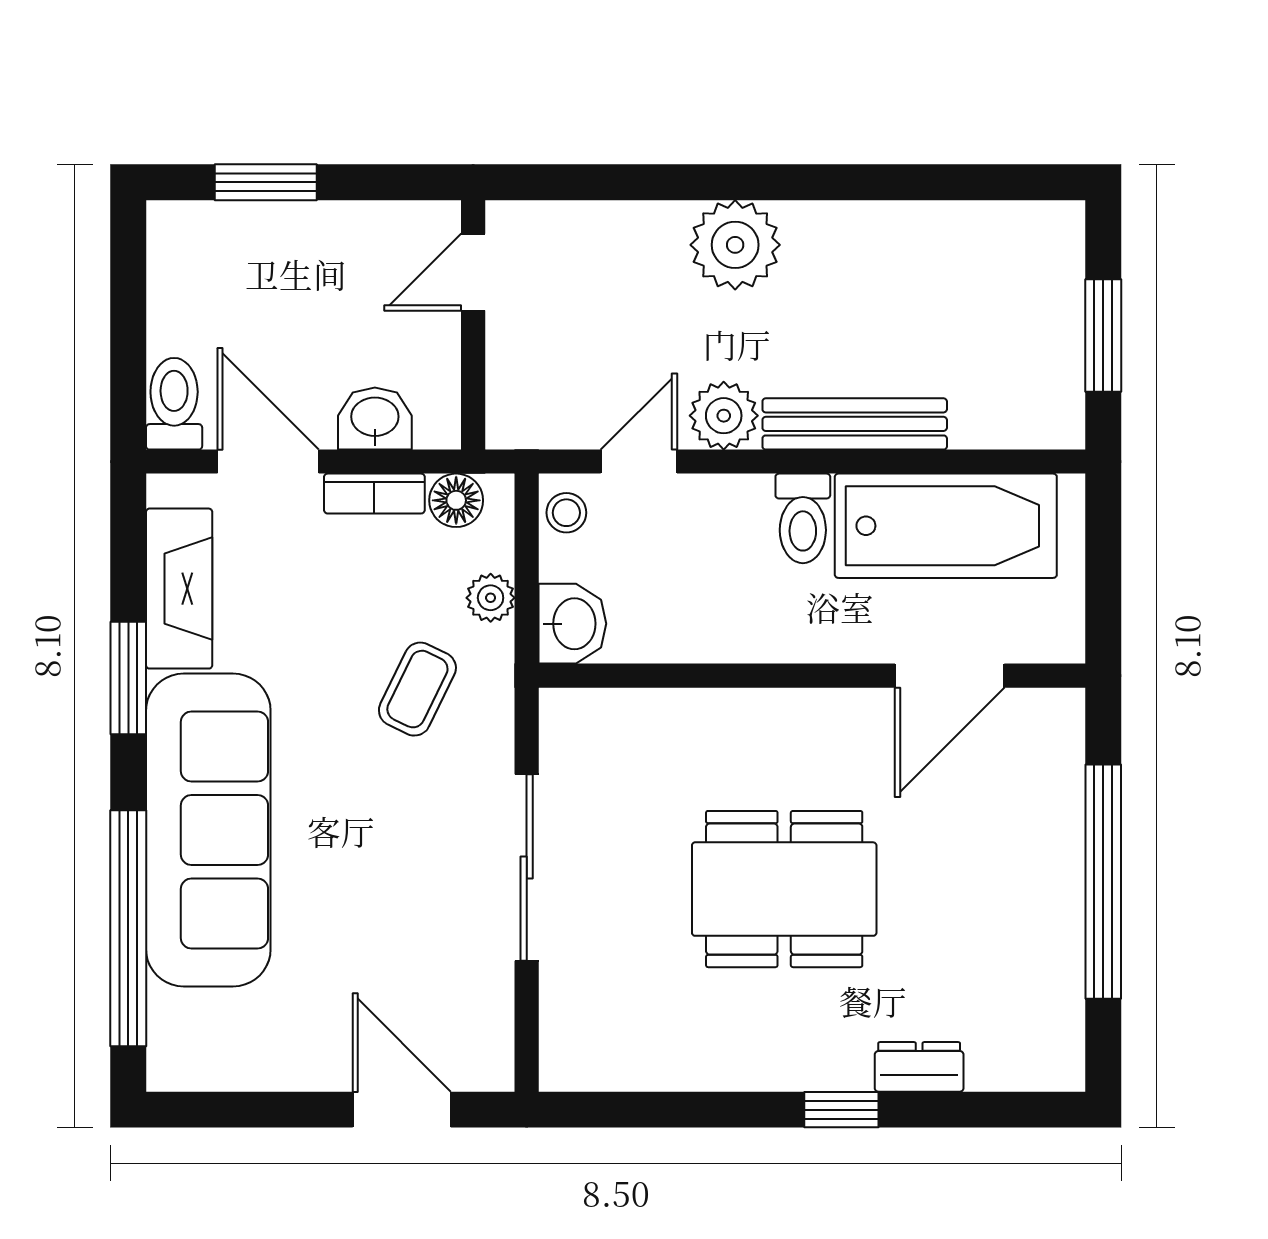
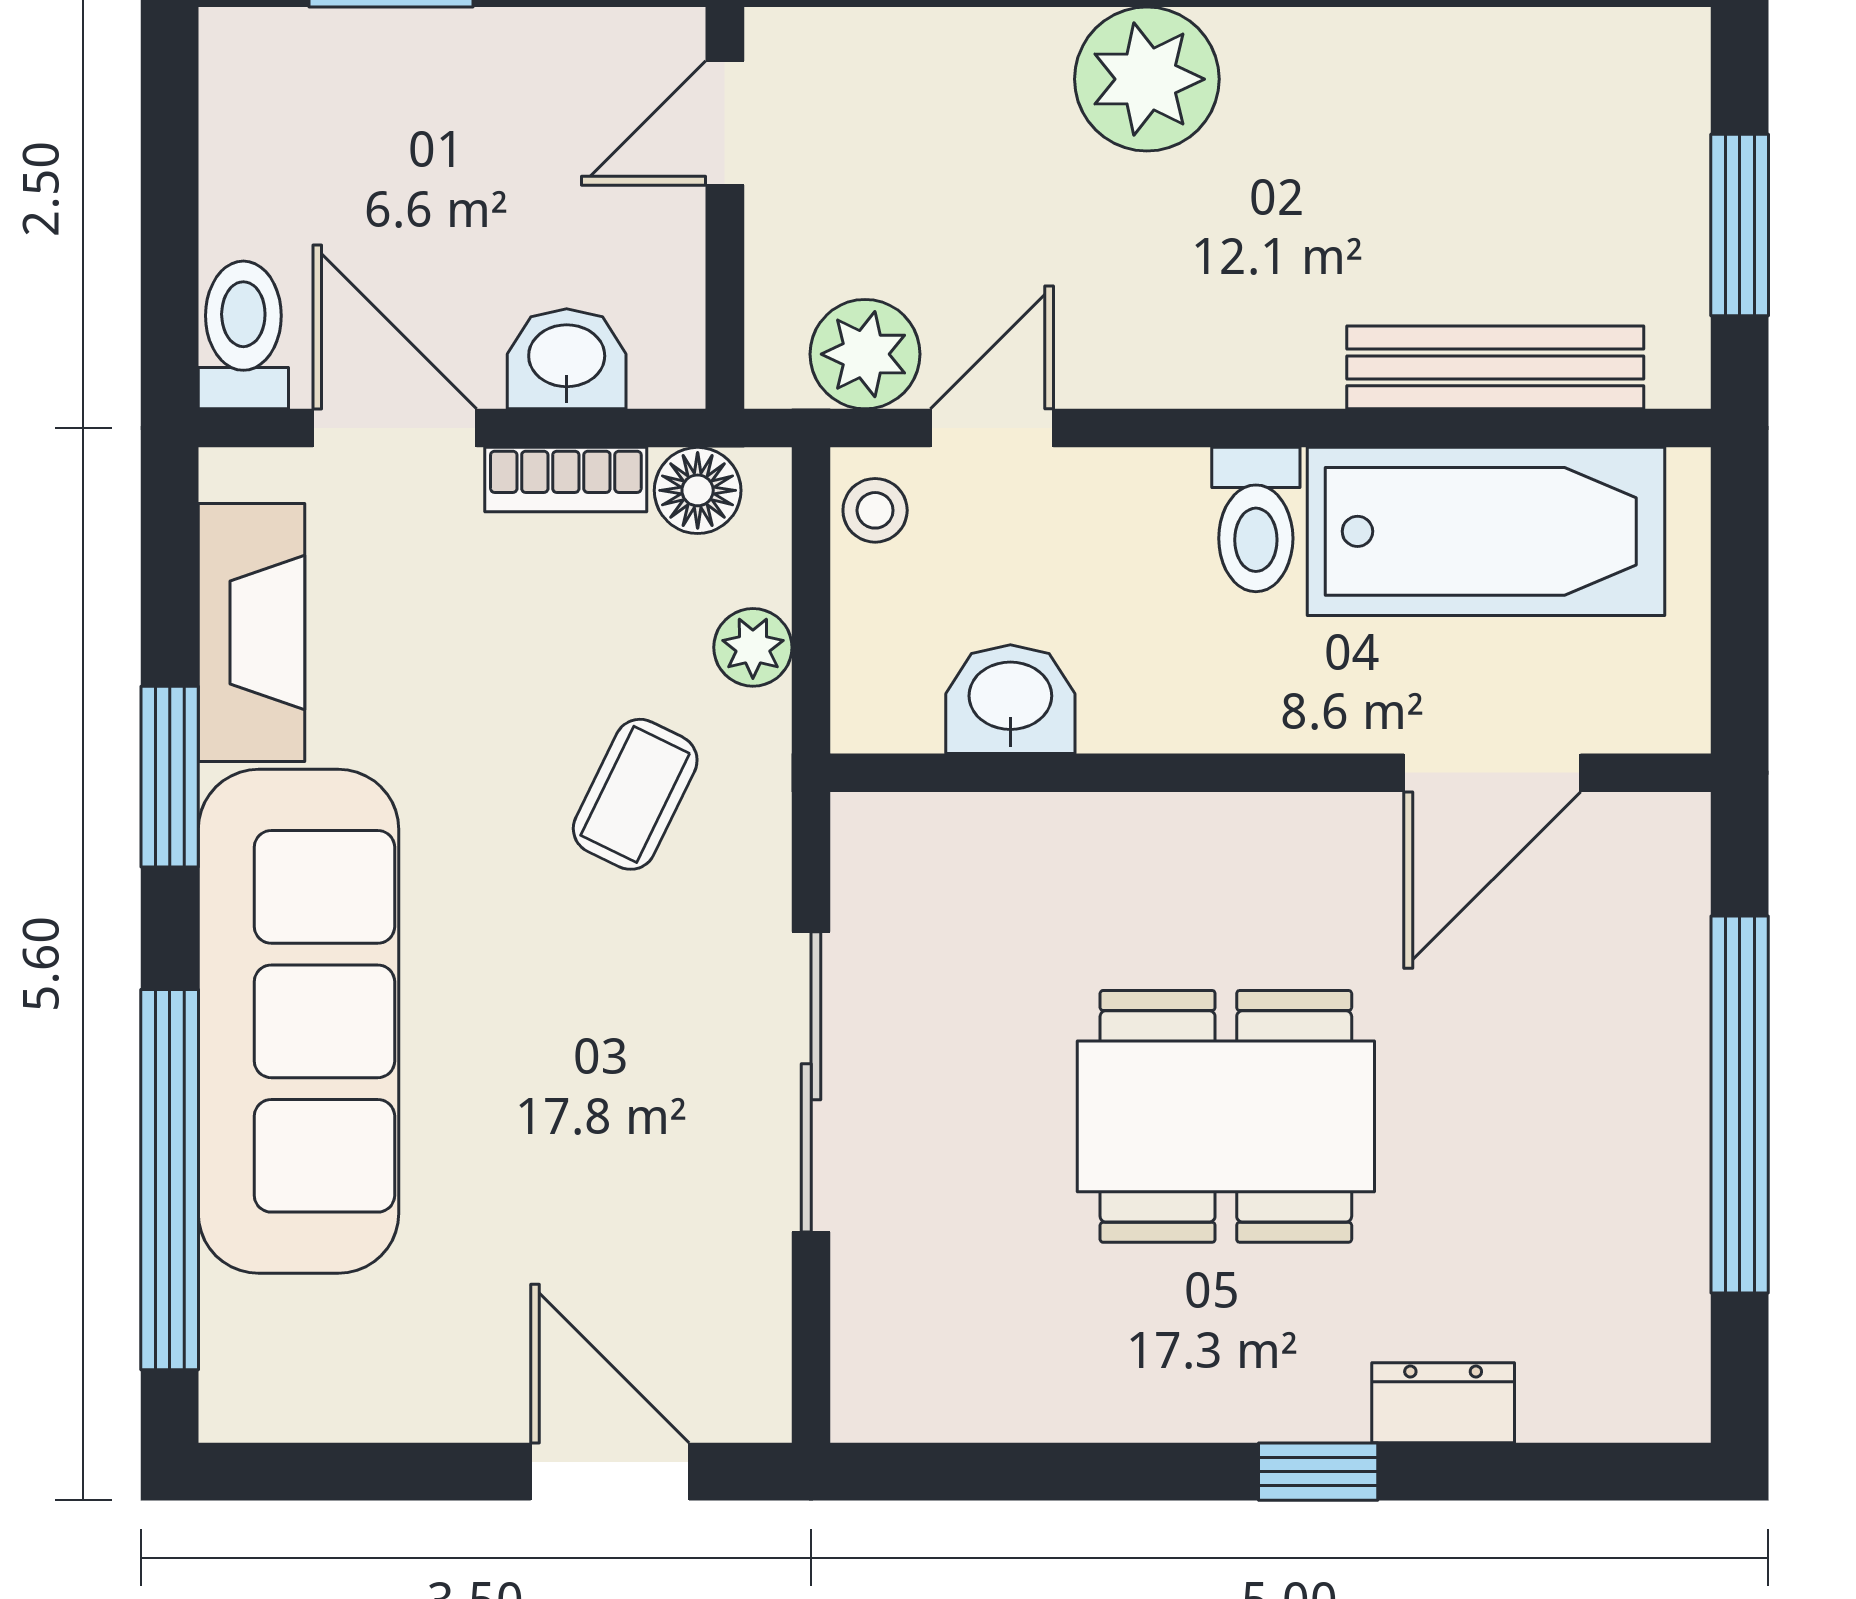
plant: (724, 416) -> (865, 354), moved
bench: (855, 424) -> (1495, 367), moved
washbasin: (572, 624) -> (1010, 699), moved, turned -90

